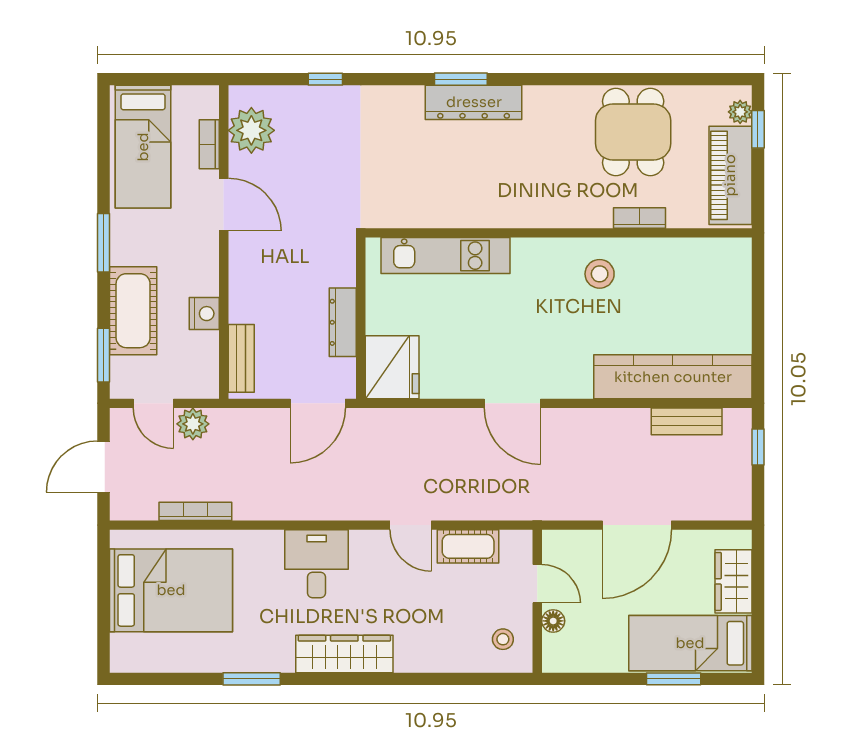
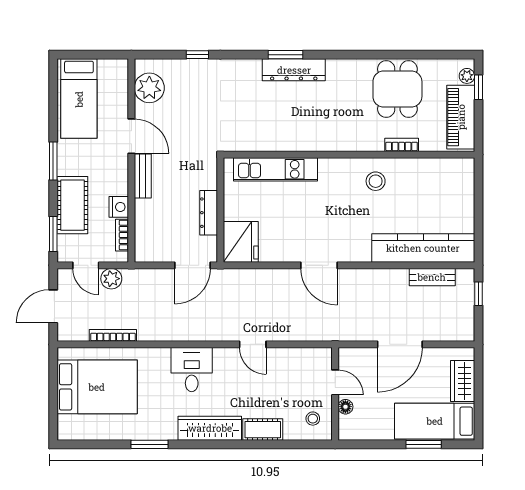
bookcase: (209, 144) -> (122, 235), moved
bench: (241, 358) -> (143, 176), moved
cot: (468, 546) -> (263, 430), moved

